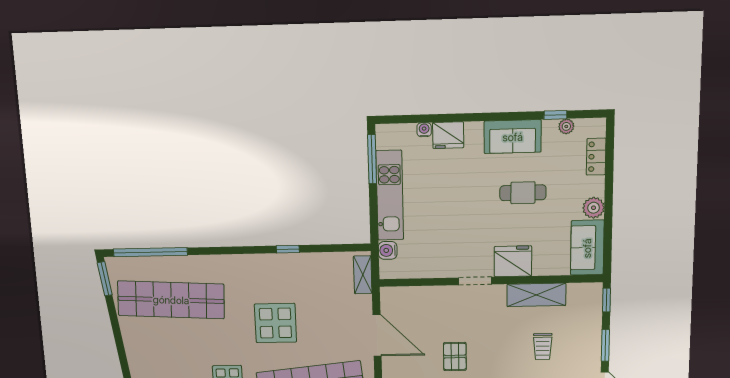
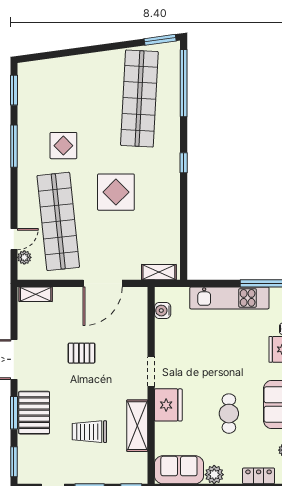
window: (288, 249) -> (184, 163), moved
water cooler: (388, 250) -> (163, 311), moved, turned -90
trolley: (543, 347) -> (89, 432), width x1.36, depth x1.39

